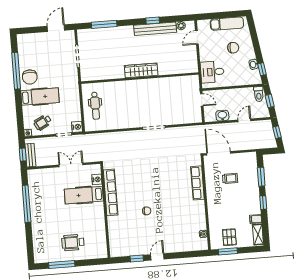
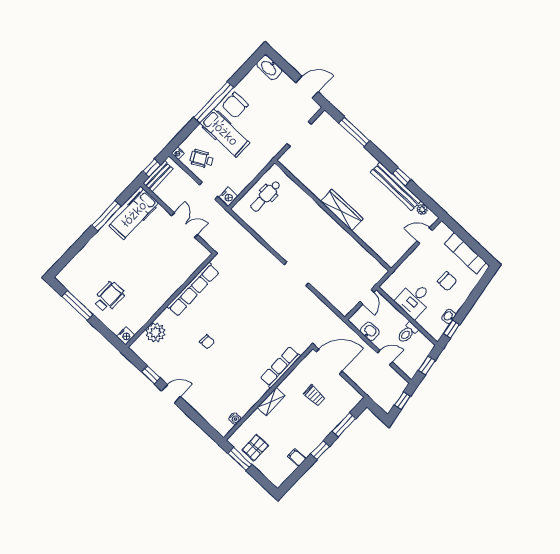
washbasin: (26, 39) -> (269, 68), added
window: (16, 71) -> (214, 102), moved
desk: (212, 72) -> (414, 300), moved, turned -90
toilet: (259, 94) -> (407, 333), moved
door: (219, 153) -> (329, 362), hinge flipped
nightstand: (97, 179) -> (126, 336), moved
hospital bed: (84, 195) -> (134, 214), moved, turned -90
window: (27, 204) -> (106, 216), width x0.68
shelving: (258, 234) -> (271, 402), moved
plant: (116, 235) -> (156, 332), added
wheelchair: (73, 243) -> (109, 297), turned 90

